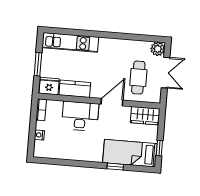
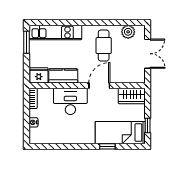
plant: (158, 49) -> (128, 32), moved
window: (38, 64) -> (26, 42), moved
cafe table: (138, 78) -> (104, 46), moved

